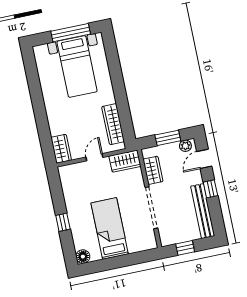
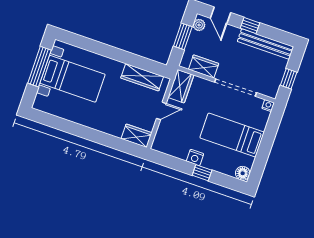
door: (94, 157) -> (161, 111), swing flipped
nightstand: (72, 209) -> (195, 157), added
nightstand: (152, 244) -> (268, 106), added

